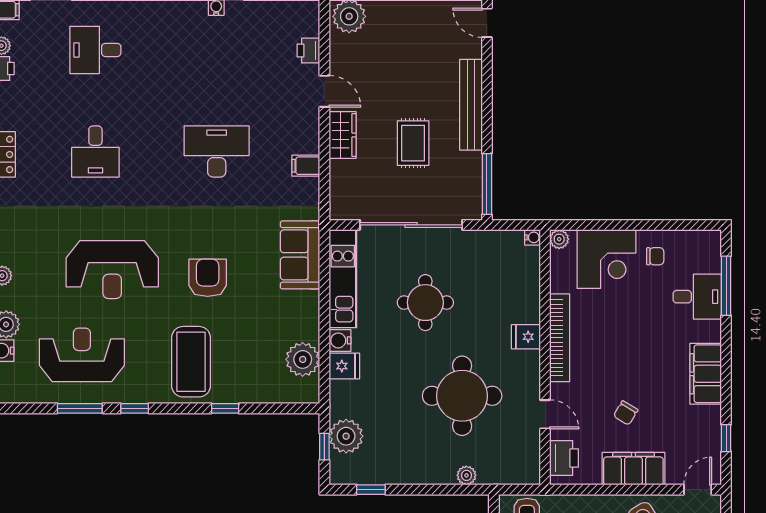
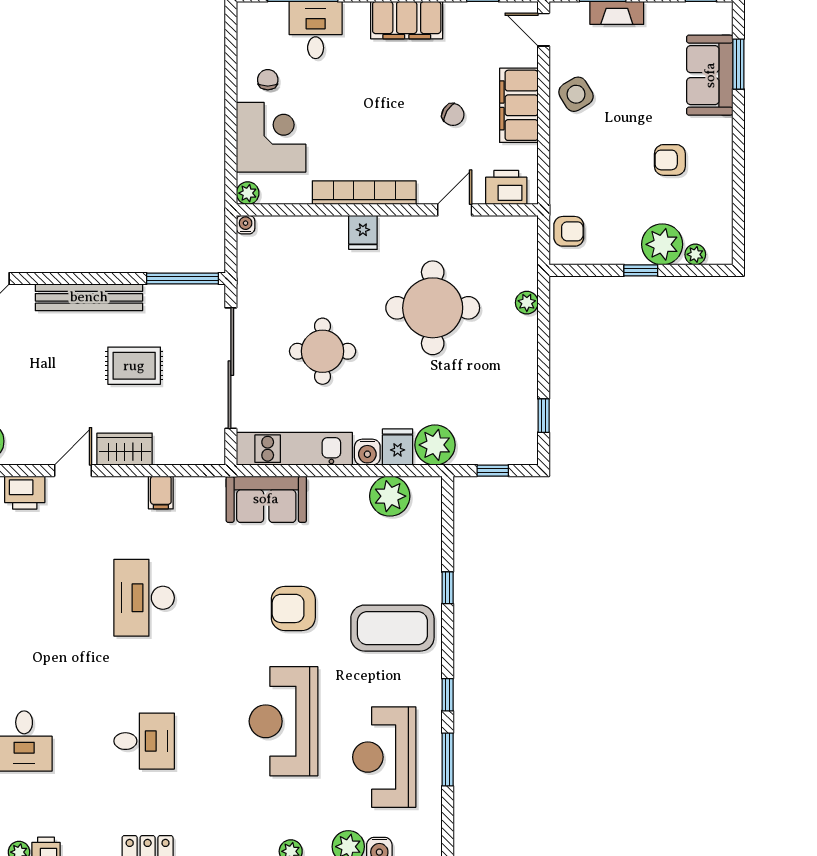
printer: (308, 51) -> (25, 493), width x1.36, depth x1.24
reception desk: (112, 270) -> (284, 721), turned 180
plant: (346, 436) -> (435, 445), moved

